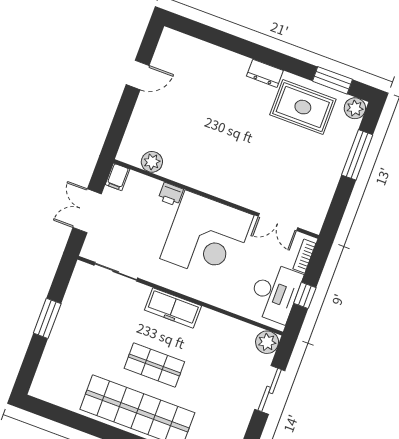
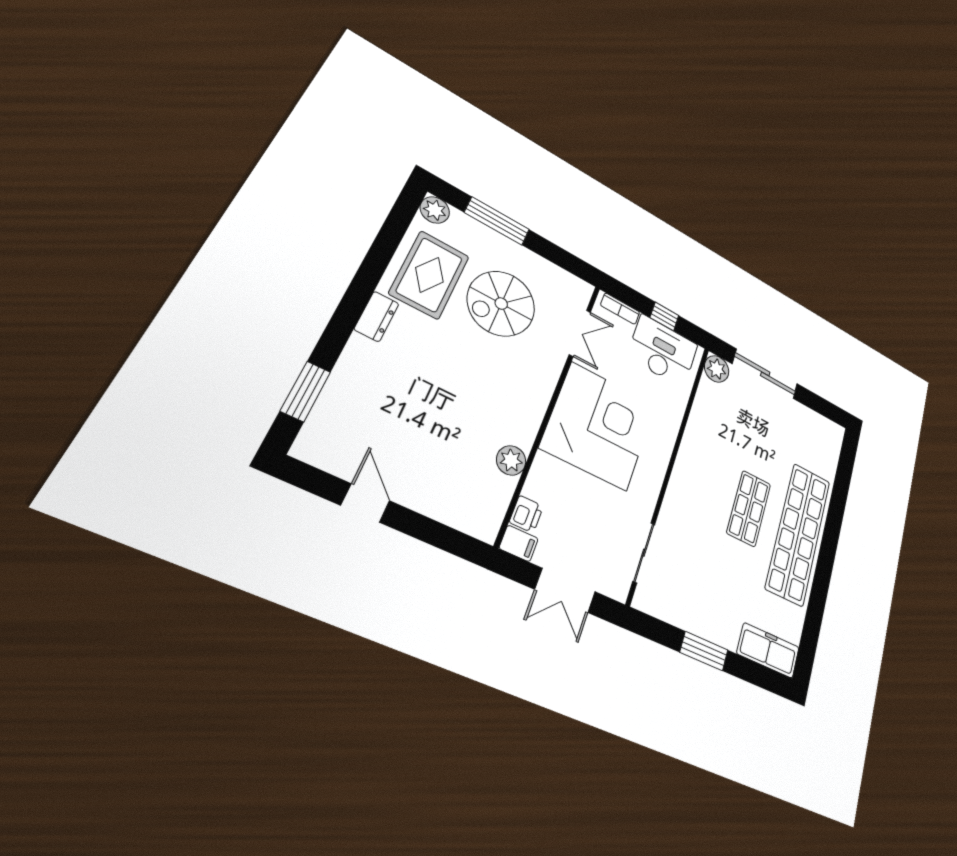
window: (332, 80) -> (305, 391), moved
spiral stairs: (291, 160) -> (501, 304), added
plant: (152, 162) -> (511, 460), moved
printer: (171, 194) -> (526, 514), moved
freezer: (173, 308) -> (768, 650), moved, turned -90
sliding door: (270, 390) -> (765, 374), width x1.37

